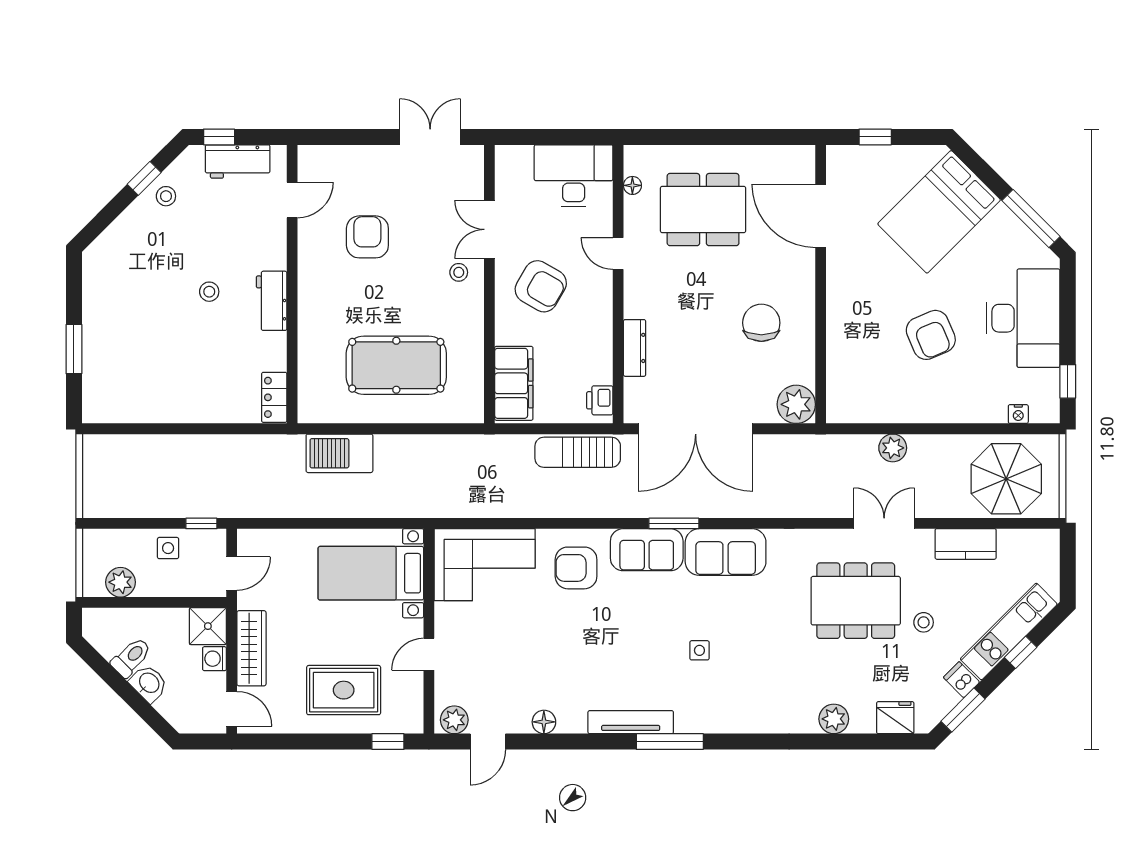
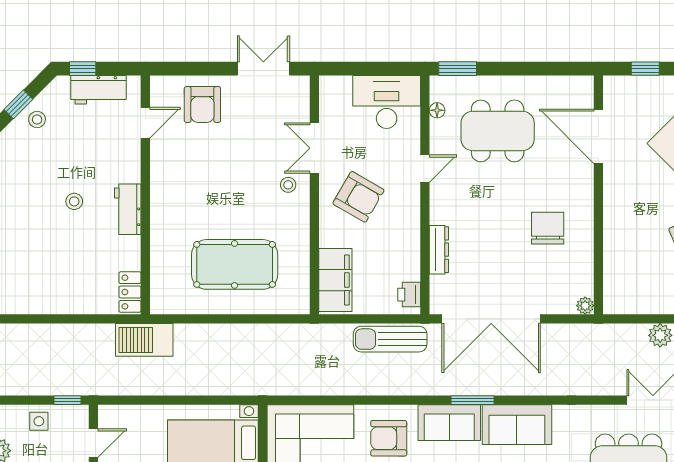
window: (656, 137) -> (458, 69), added
armchair: (367, 237) -> (202, 105), moved, turned 180
door: (618, 253) -> (425, 169), swing flipped
plant: (796, 404) -> (585, 306), width x0.53, depth x0.53
barbecue: (339, 453) -> (144, 340), moved

